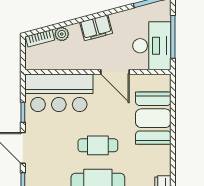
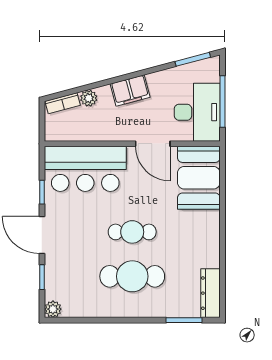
booth: (153, 118) -> (199, 178), moved

